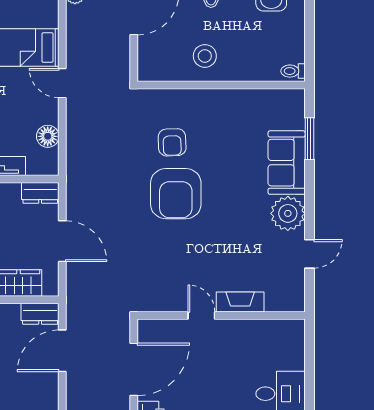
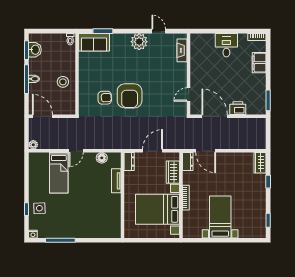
sofa: (287, 163) -> (94, 42), moved
armchair: (176, 194) -> (130, 96), turned 90
fireplace: (240, 302) -> (182, 50), moved
door: (201, 315) -> (189, 95), moved

